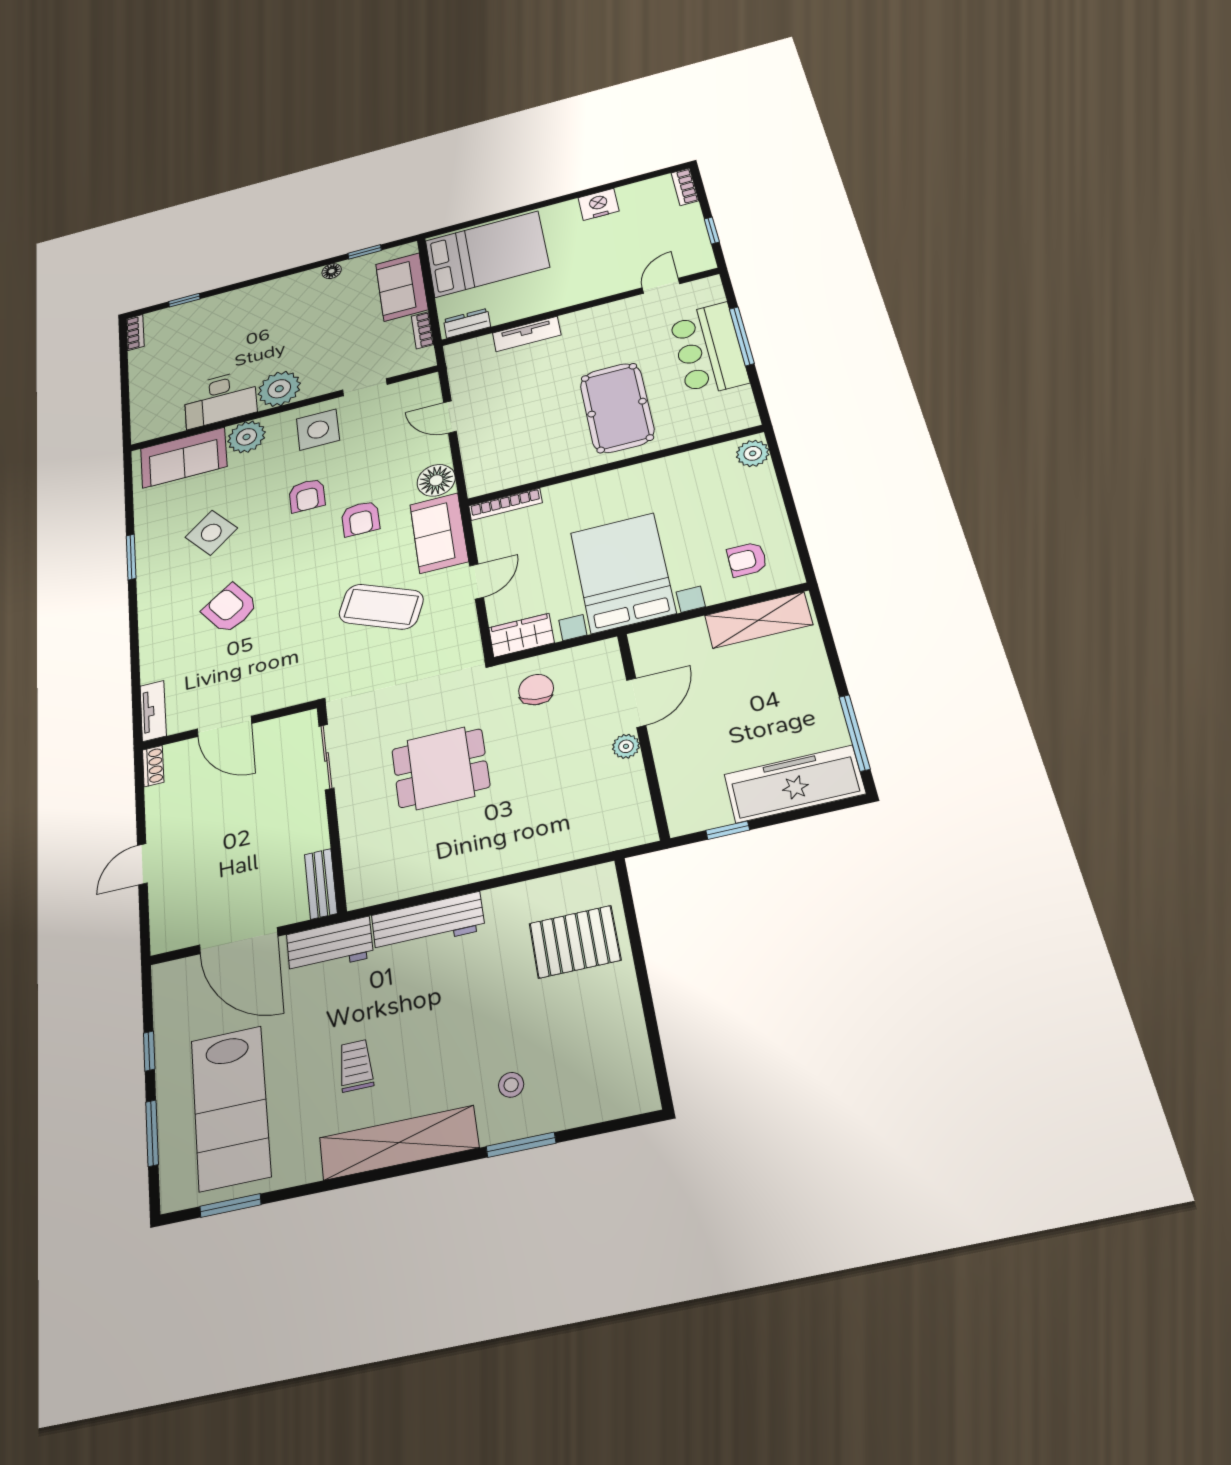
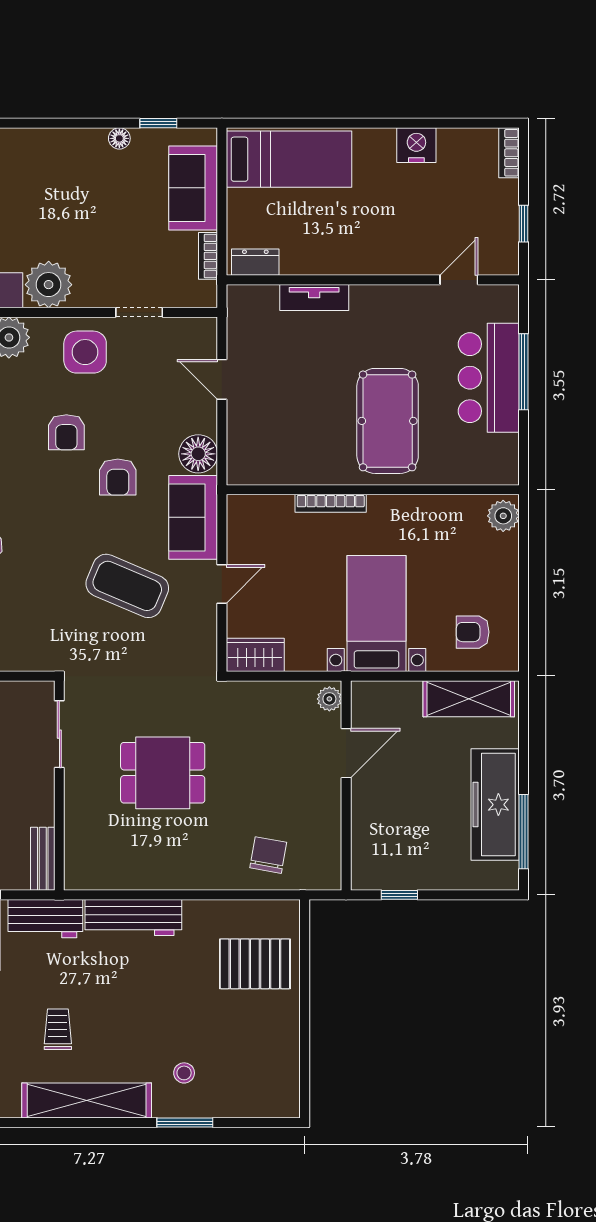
bed: (487, 254) -> (289, 159), width x0.67
bookcase: (505, 504) -> (331, 503), moved
bed with nightstands: (623, 572) -> (377, 614), width x0.73
chair: (536, 690) -> (268, 855), moved
plant: (626, 746) -> (329, 699), moved
freezer: (794, 784) -> (495, 805), moved, turned -90

